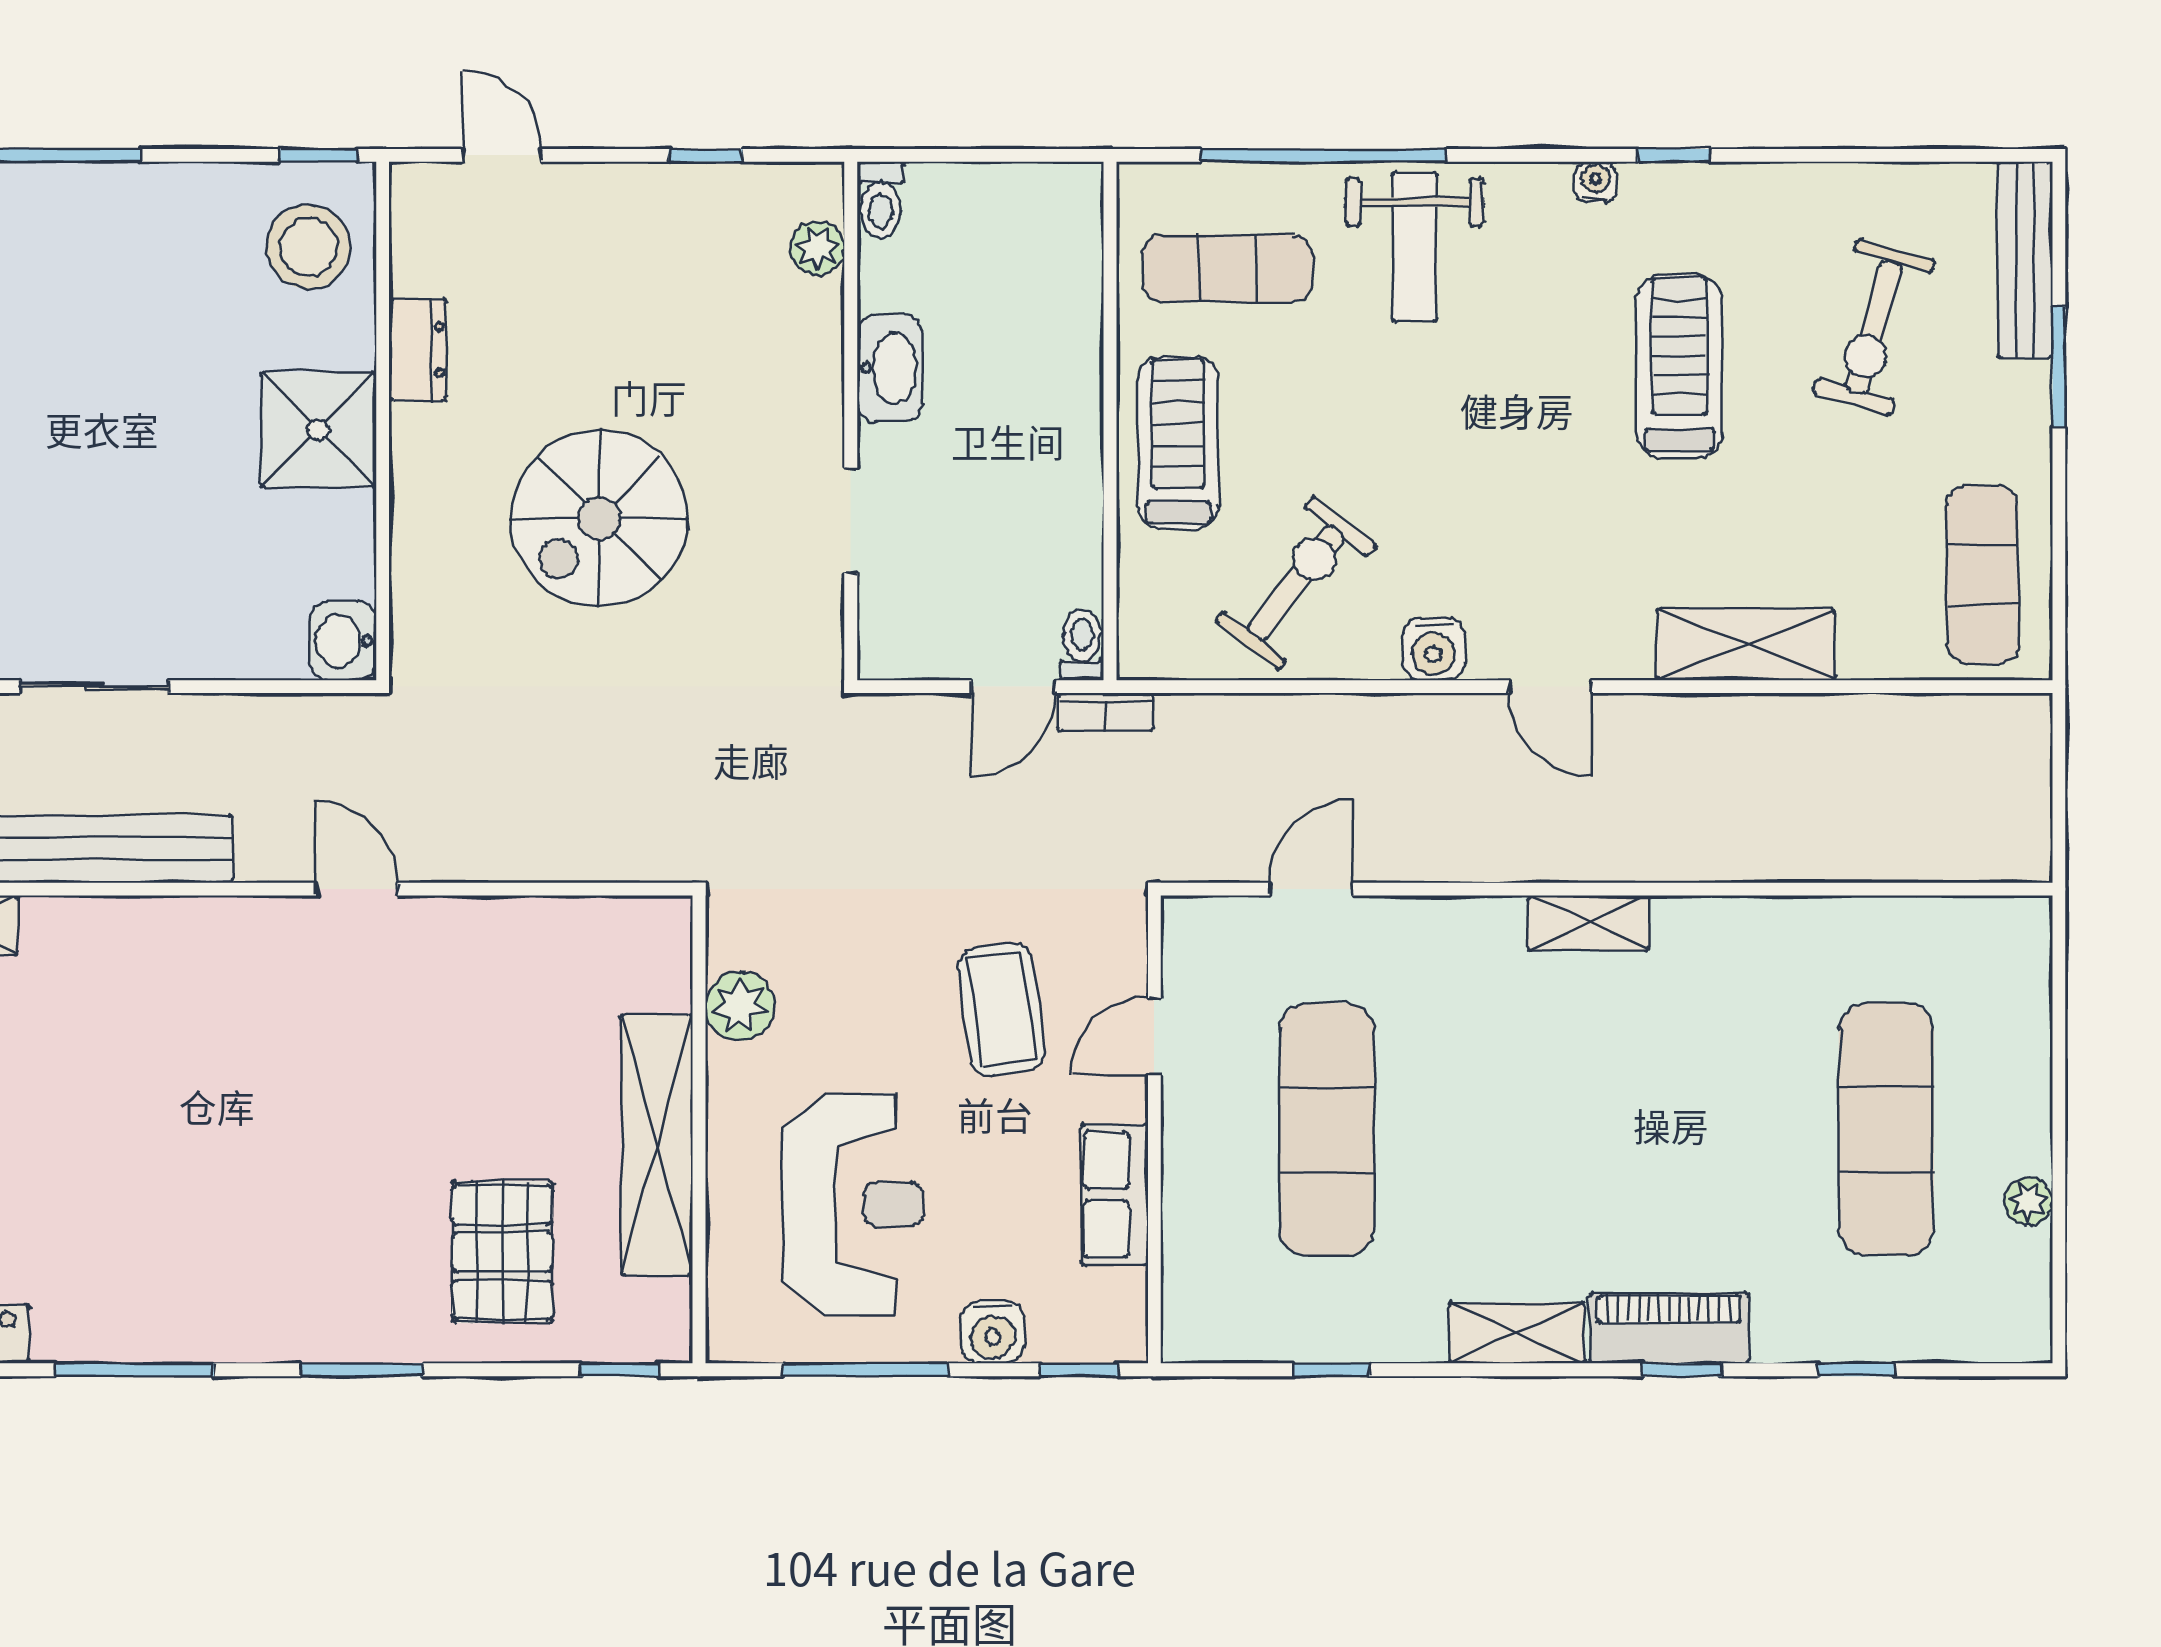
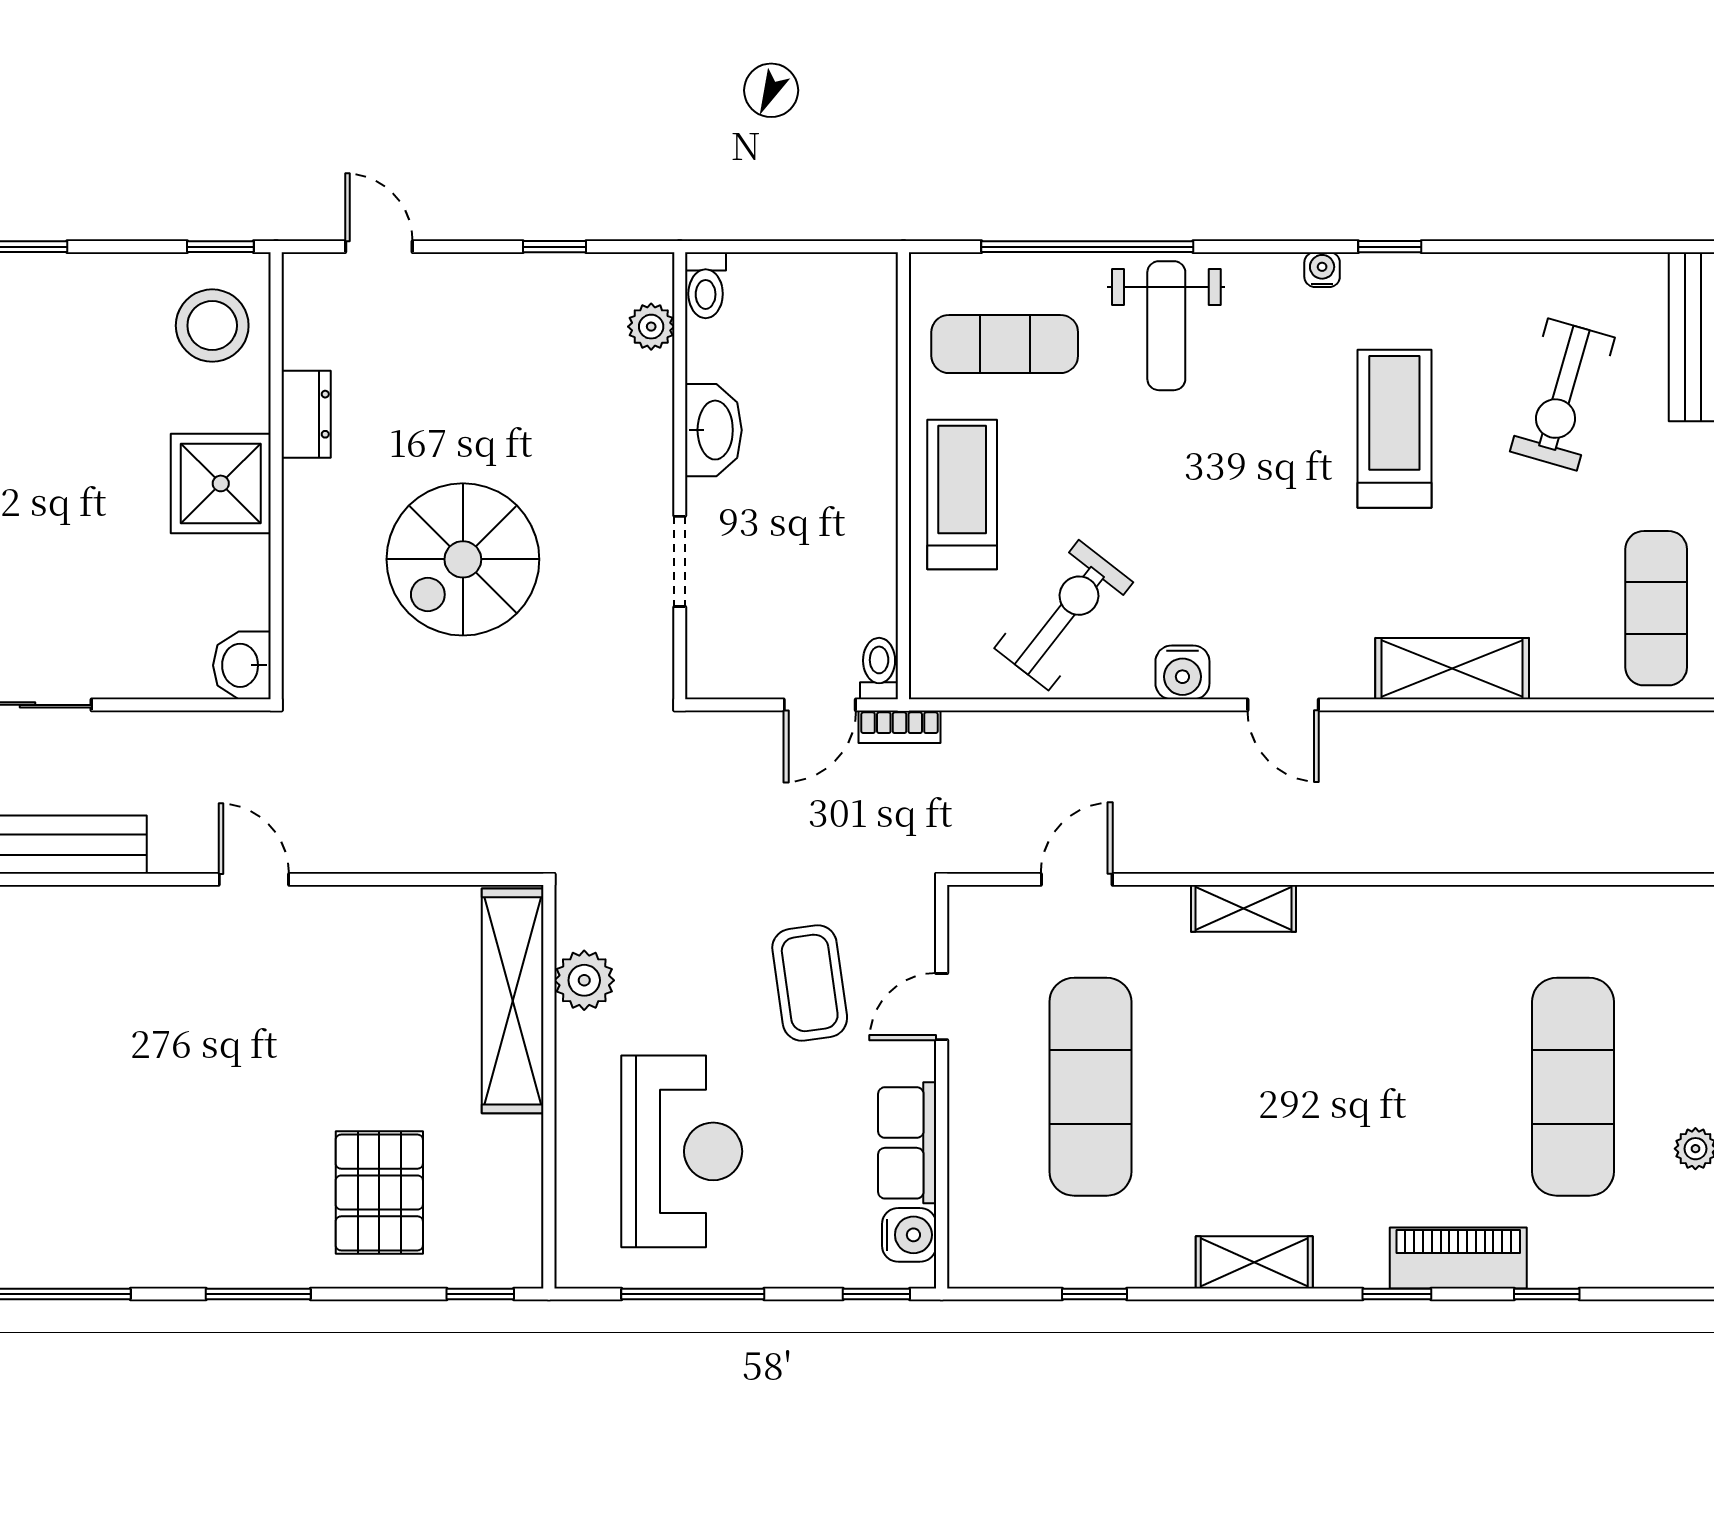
shelving: (1588, 923) -> (1244, 908), moved
shelving: (657, 1145) -> (513, 1001), moved
piano: (1669, 1328) -> (1458, 1258), moved
water cooler: (993, 1332) -> (909, 1235), moved, turned -90

